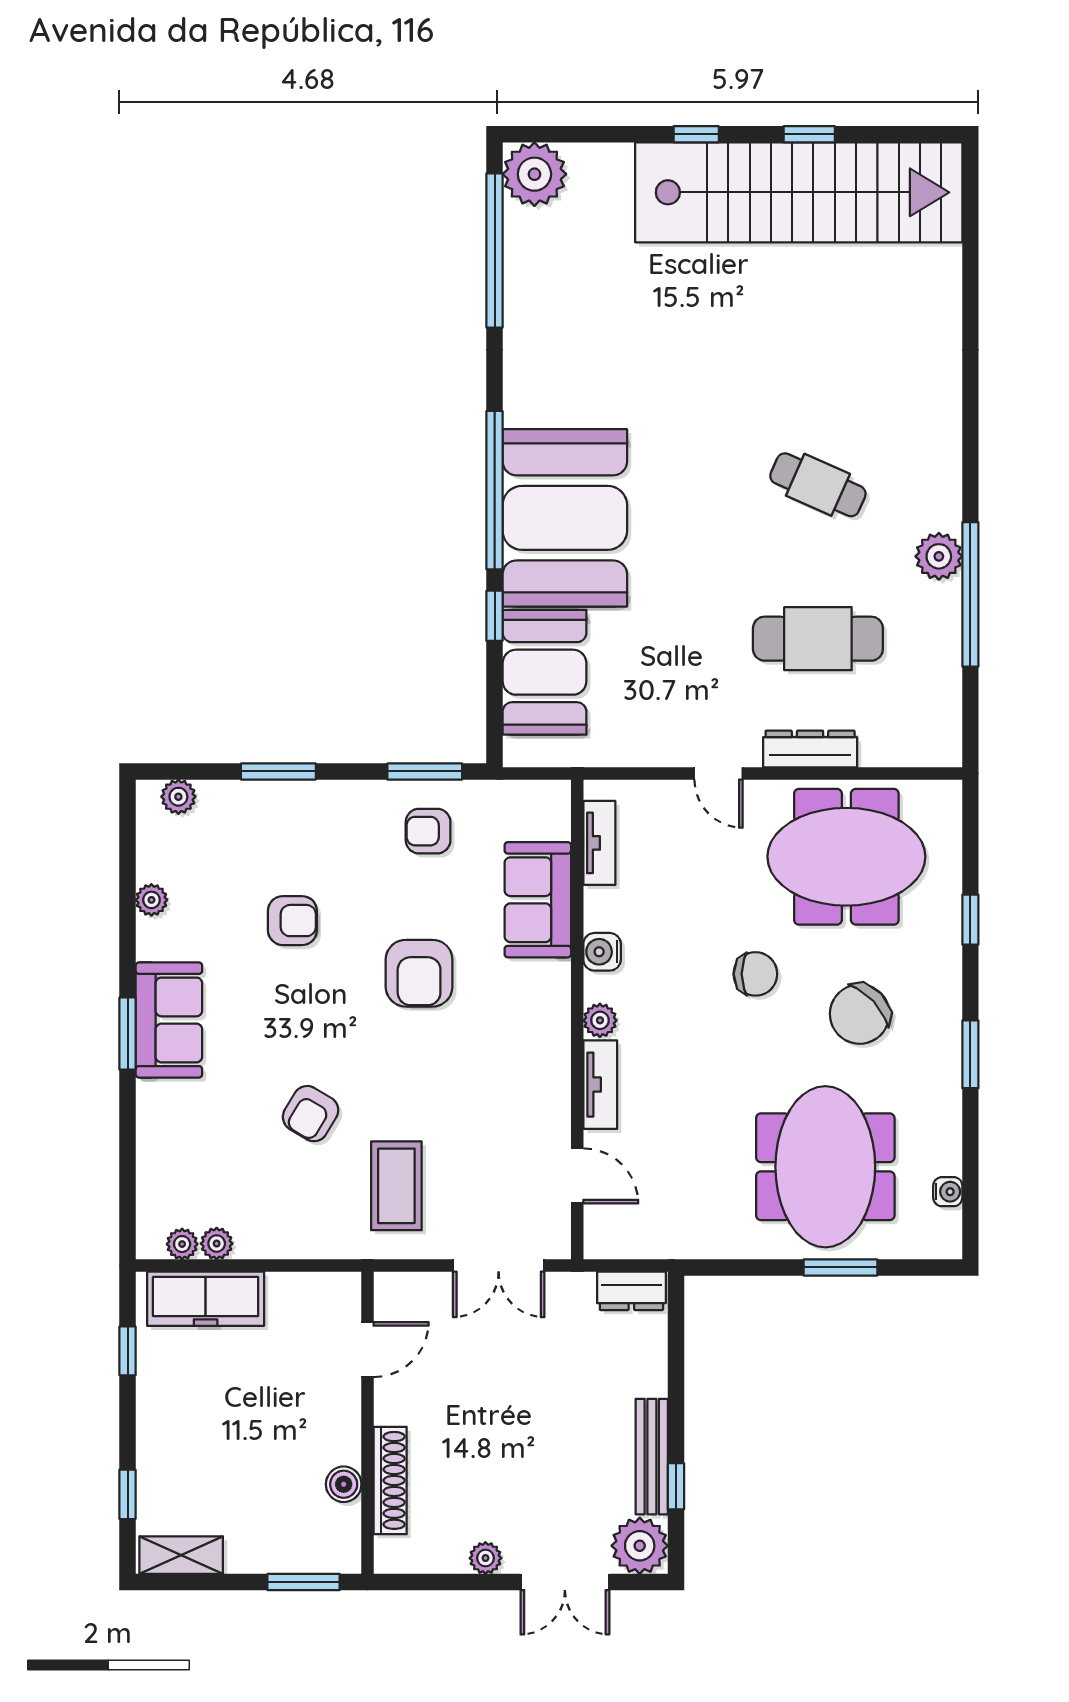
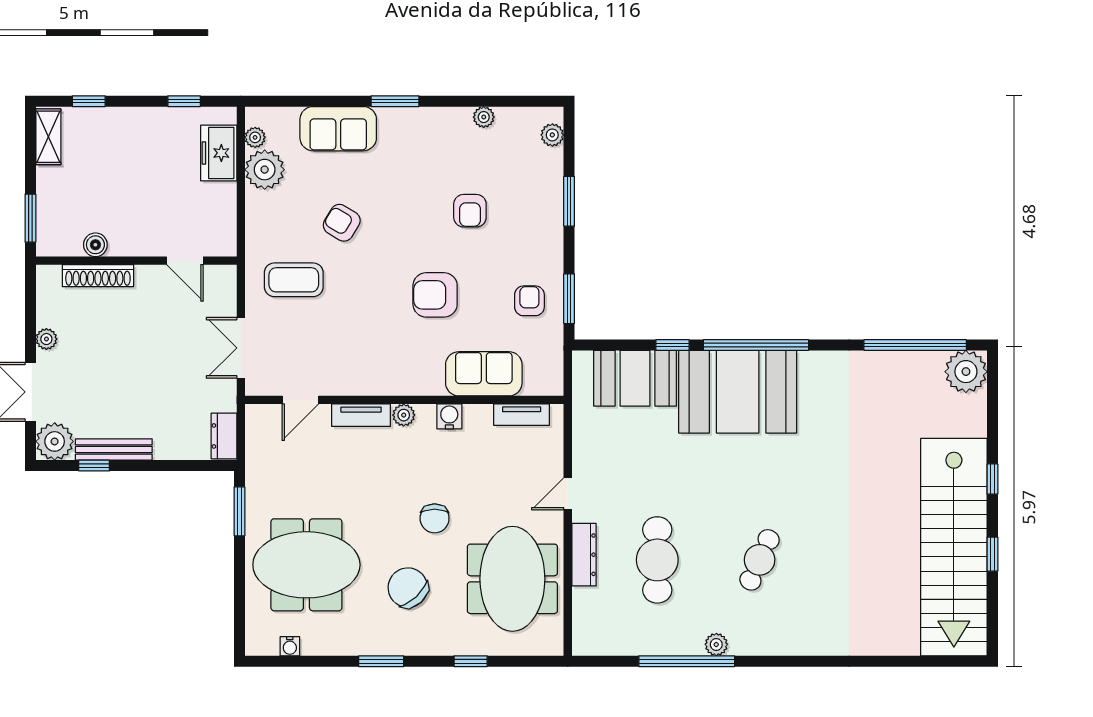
plant: (939, 556) -> (716, 644), width x0.73, depth x0.73
sofa: (169, 1020) -> (338, 129), moved
plant: (217, 1244) -> (265, 170), width x1.88, depth x1.88
window: (840, 1267) -> (239, 511), moved
freezer: (206, 1299) -> (219, 153), width x0.71

